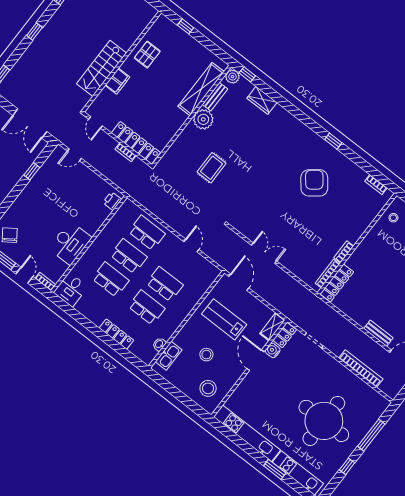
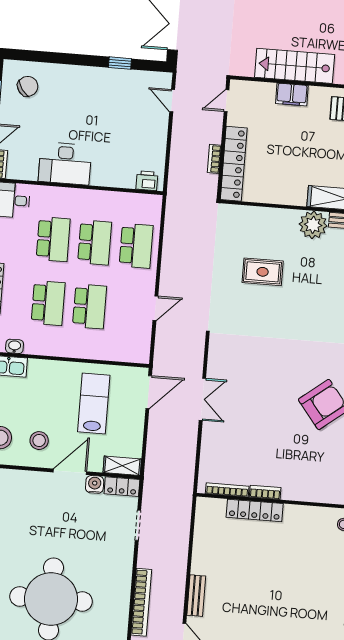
locker: (337, 283) -> (255, 510), moved
stool: (206, 355) -> (39, 441), moved

